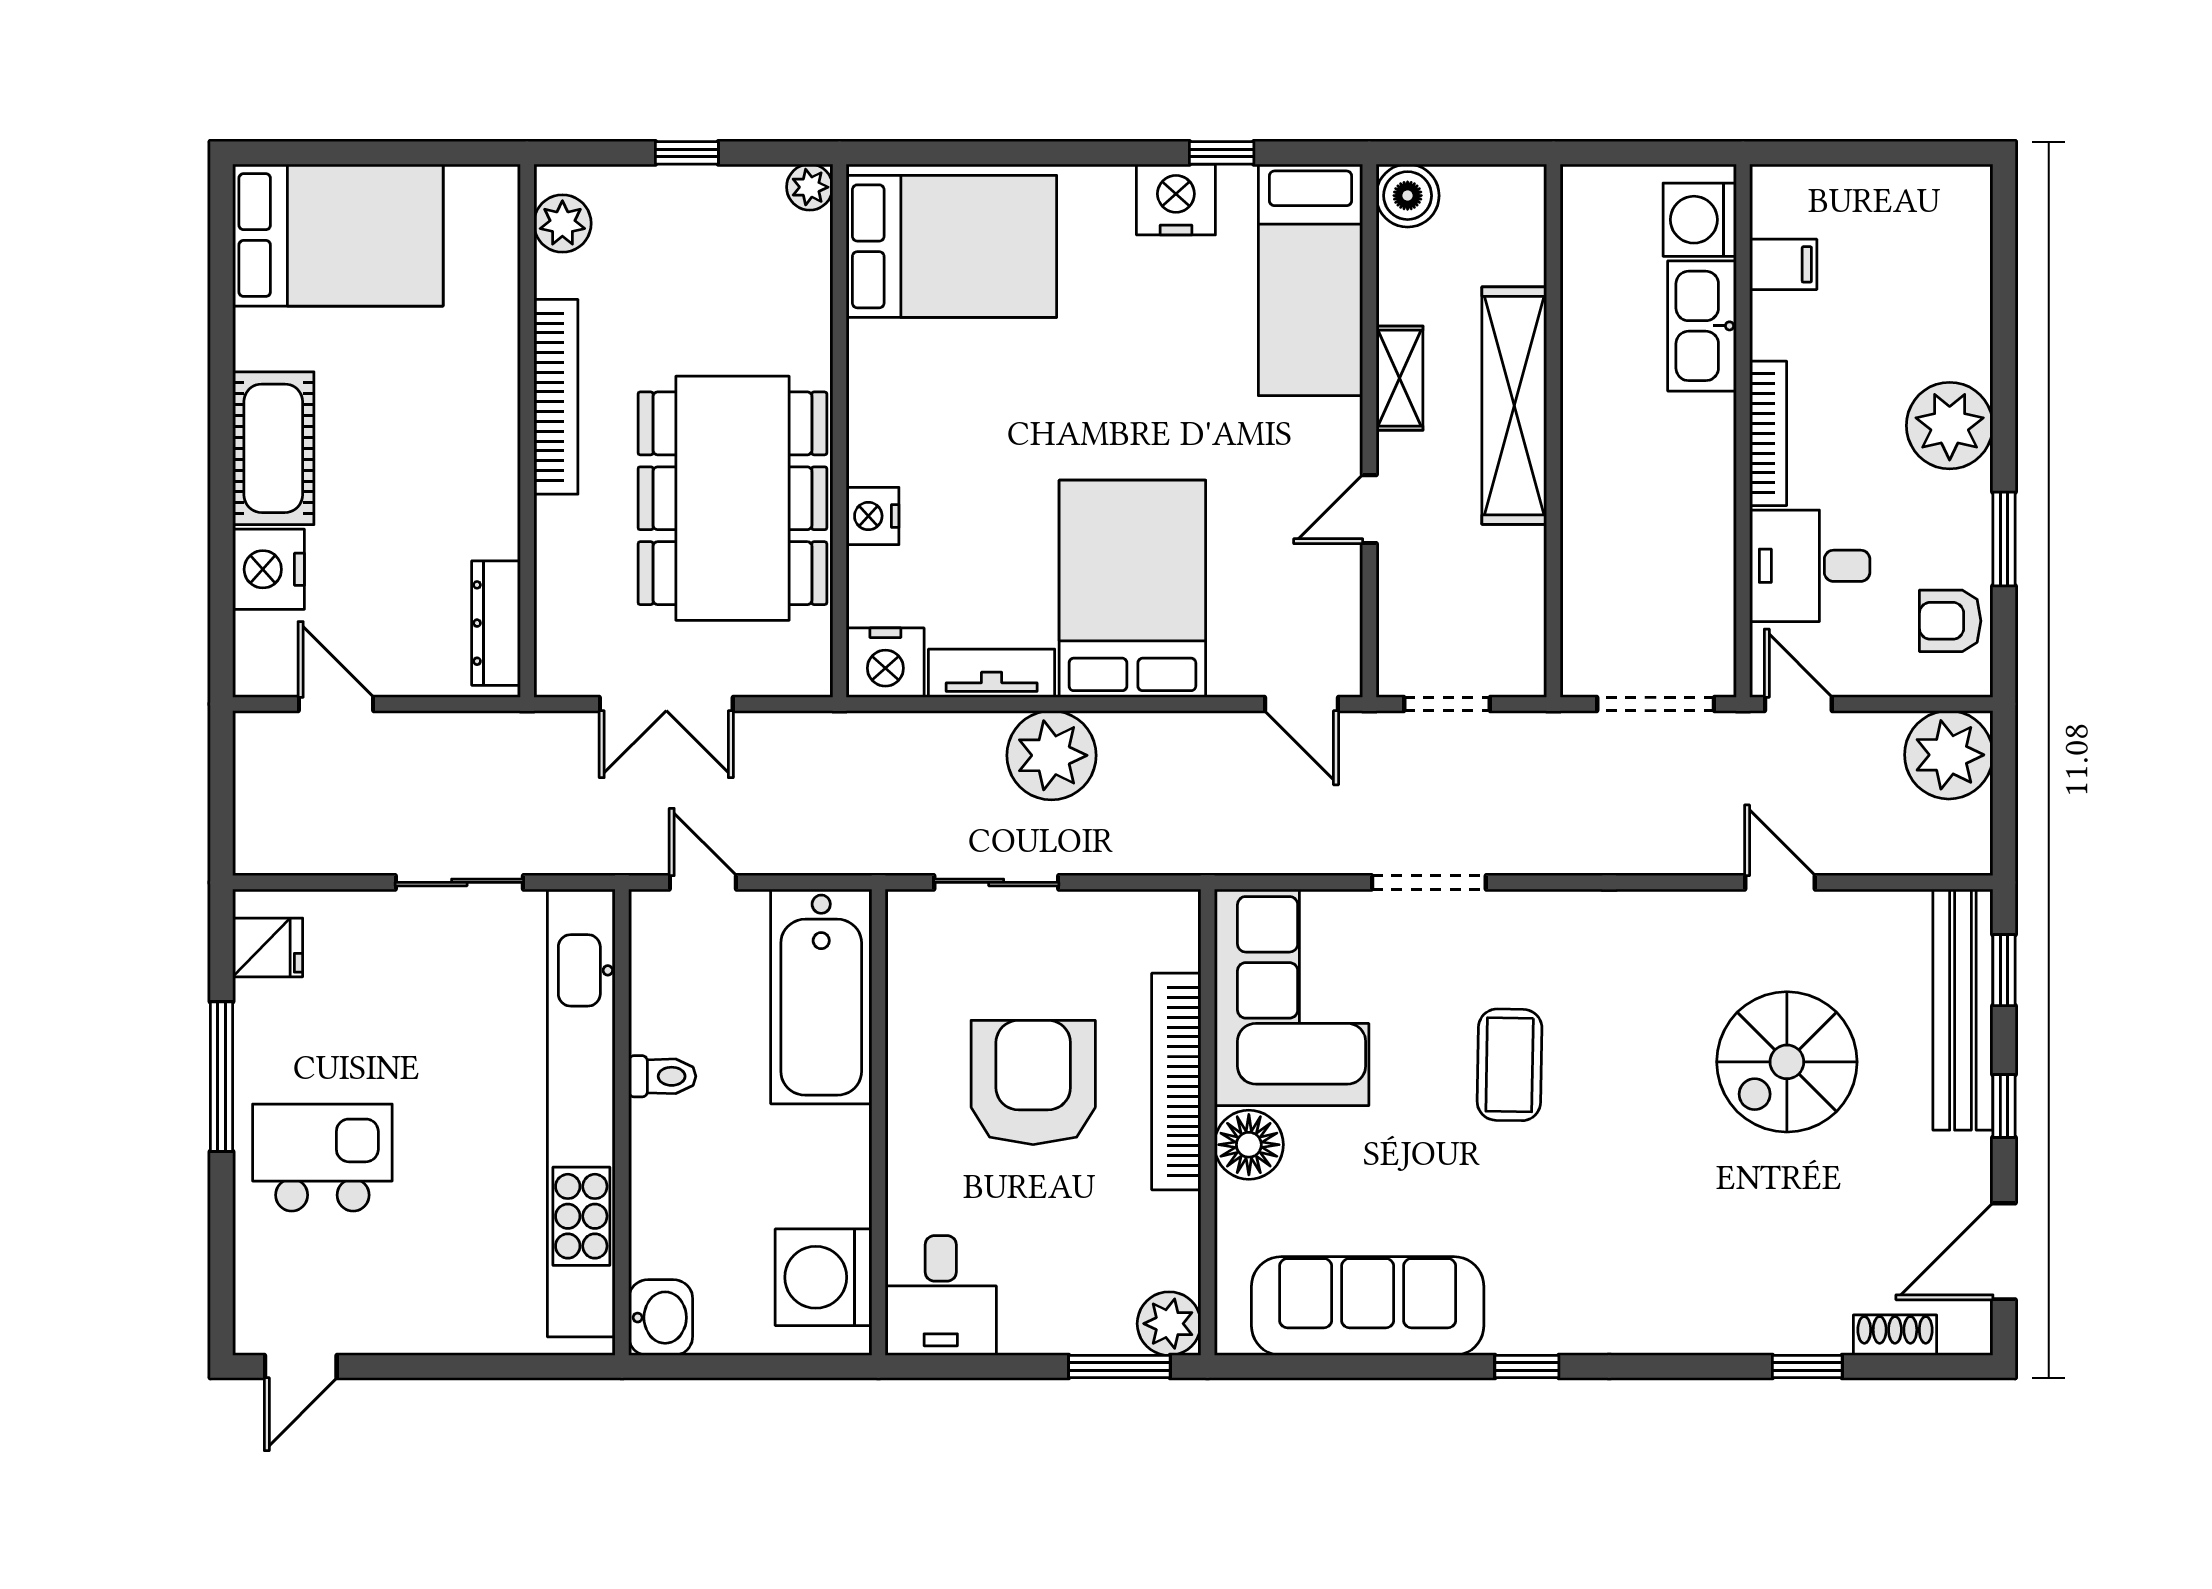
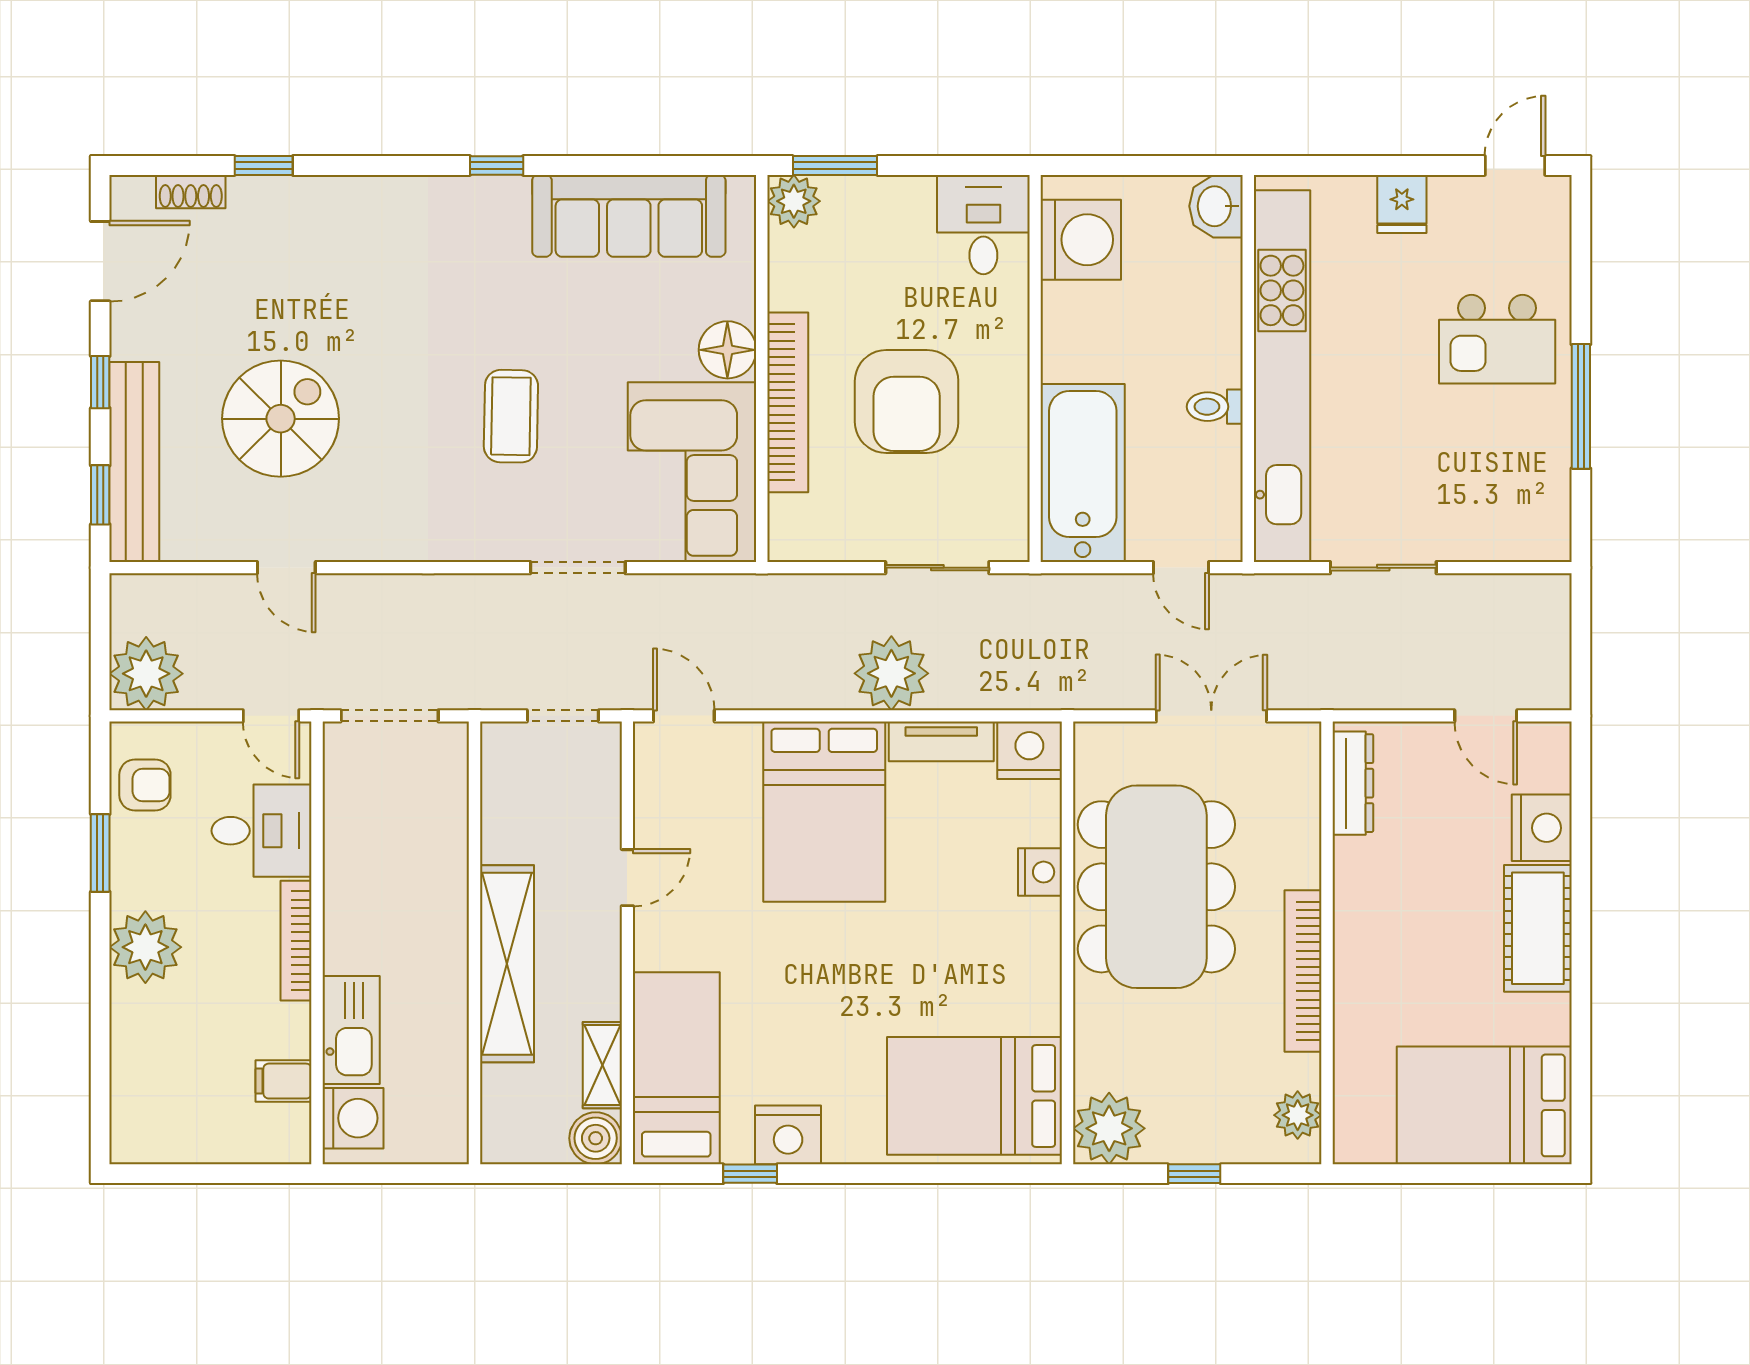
plant: (810, 187) -> (1109, 1128), width x1.87, depth x1.87
shelving: (1399, 378) -> (602, 1065), moved
fridge: (268, 947) -> (1402, 204), moved, turned -90

